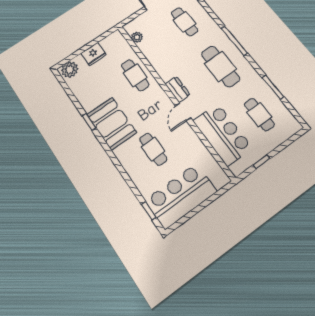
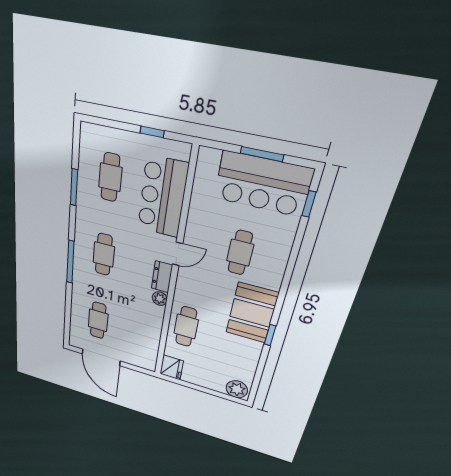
plant: (137, 37) -> (160, 299), moved
fridge: (94, 54) -> (172, 367), moved, turned 90
cafe table: (221, 66) -> (104, 254), width x0.73, depth x0.74
window: (197, 210) -> (262, 154), added

